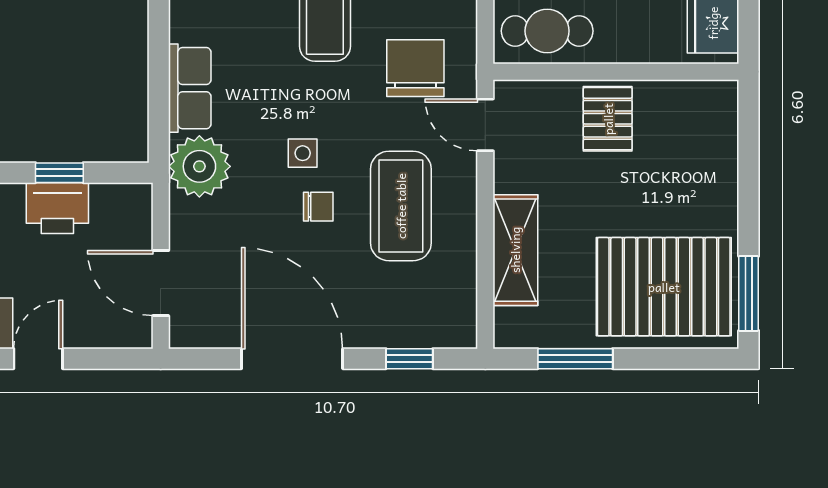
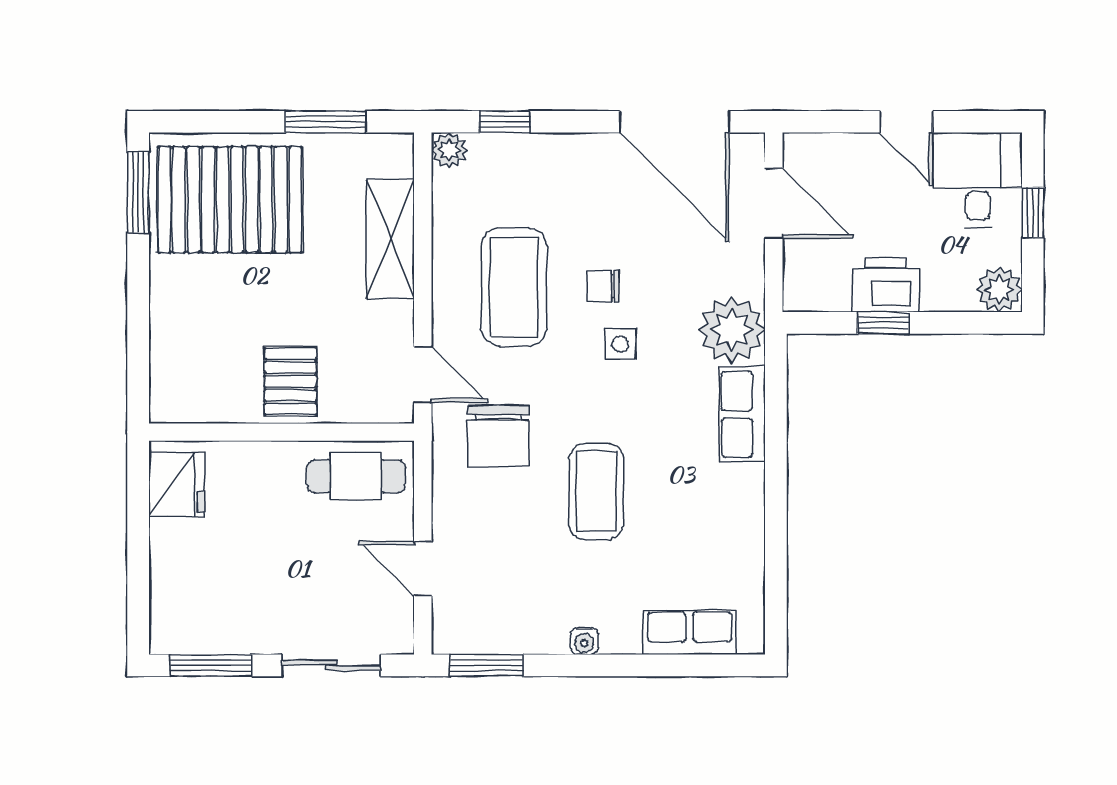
plant: (461, 332) -> (449, 150), added
door: (38, 359) -> (906, 122), hinge flipped
door: (292, 359) -> (675, 122), moved

